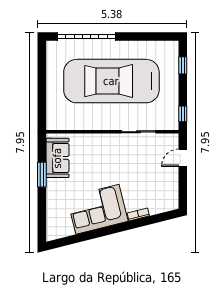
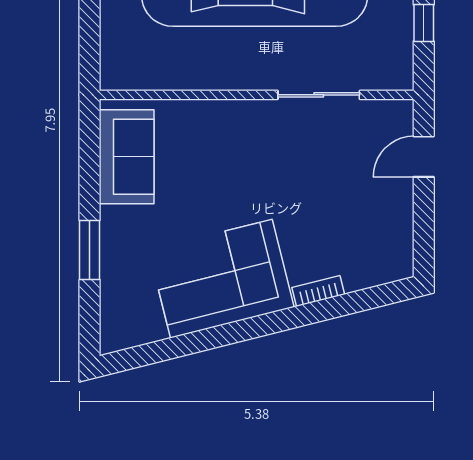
window: (183, 114) -> (424, 23), moved
window: (42, 175) -> (90, 250), moved

